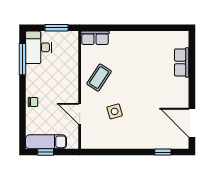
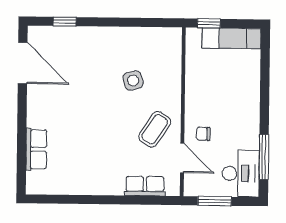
row of seats: (95, 38) -> (145, 186), moved
chair: (33, 102) -> (203, 134), moved
door: (80, 114) -> (182, 158), moved
window: (46, 152) -> (209, 23), moved

